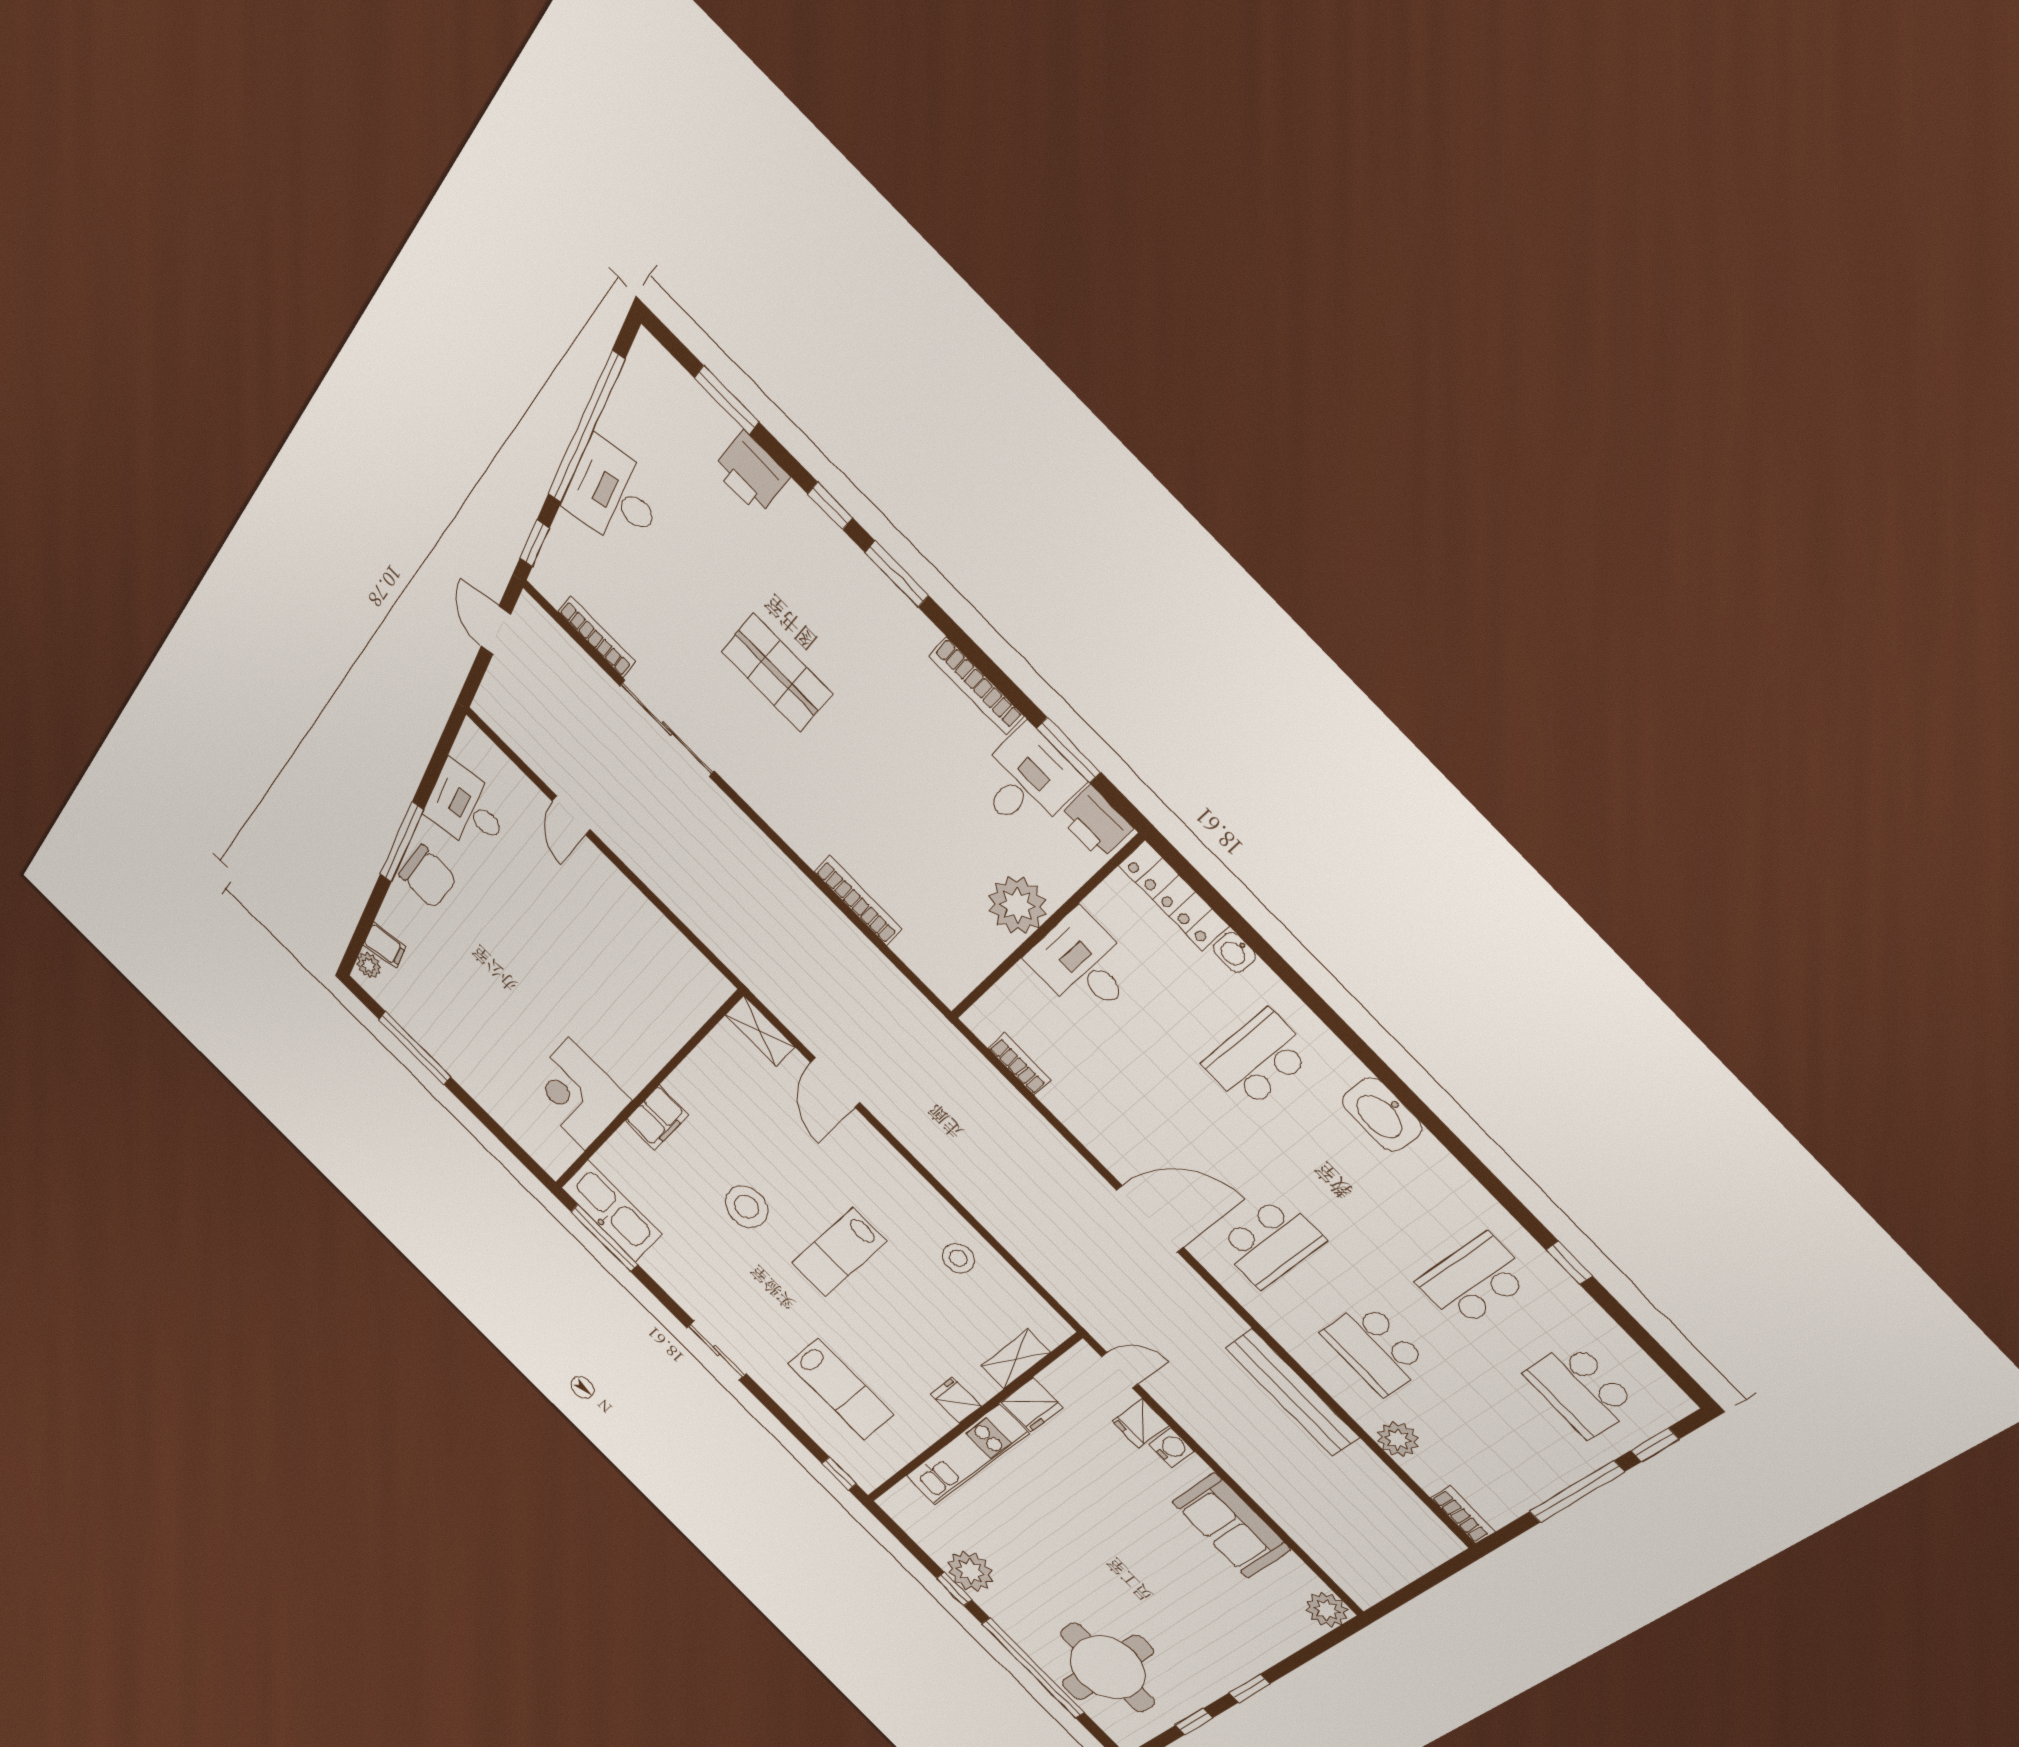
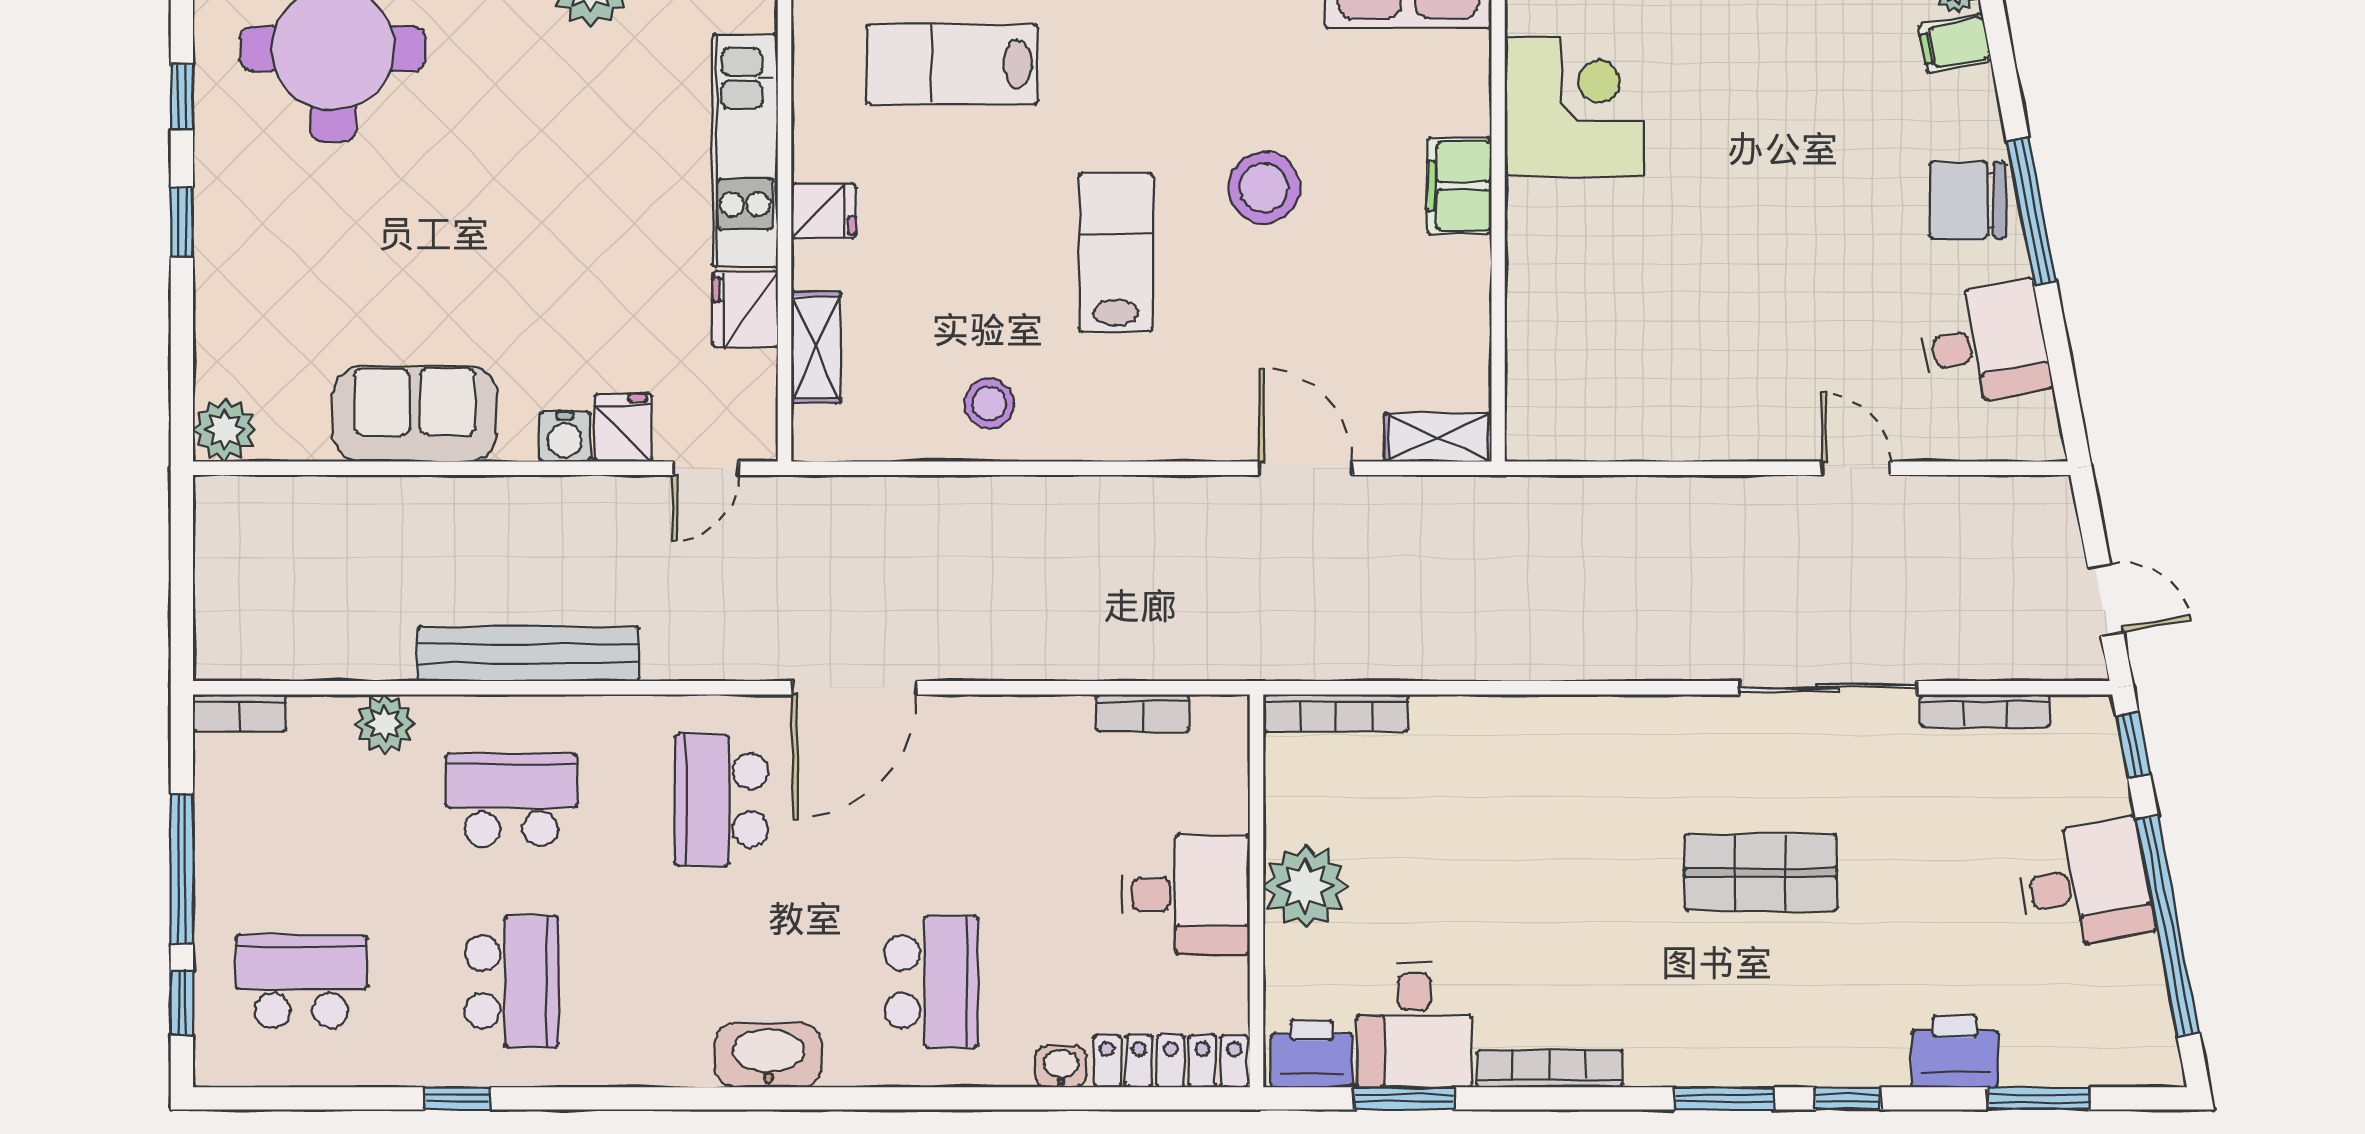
bookcase: (858, 900) -> (1336, 713), moved

